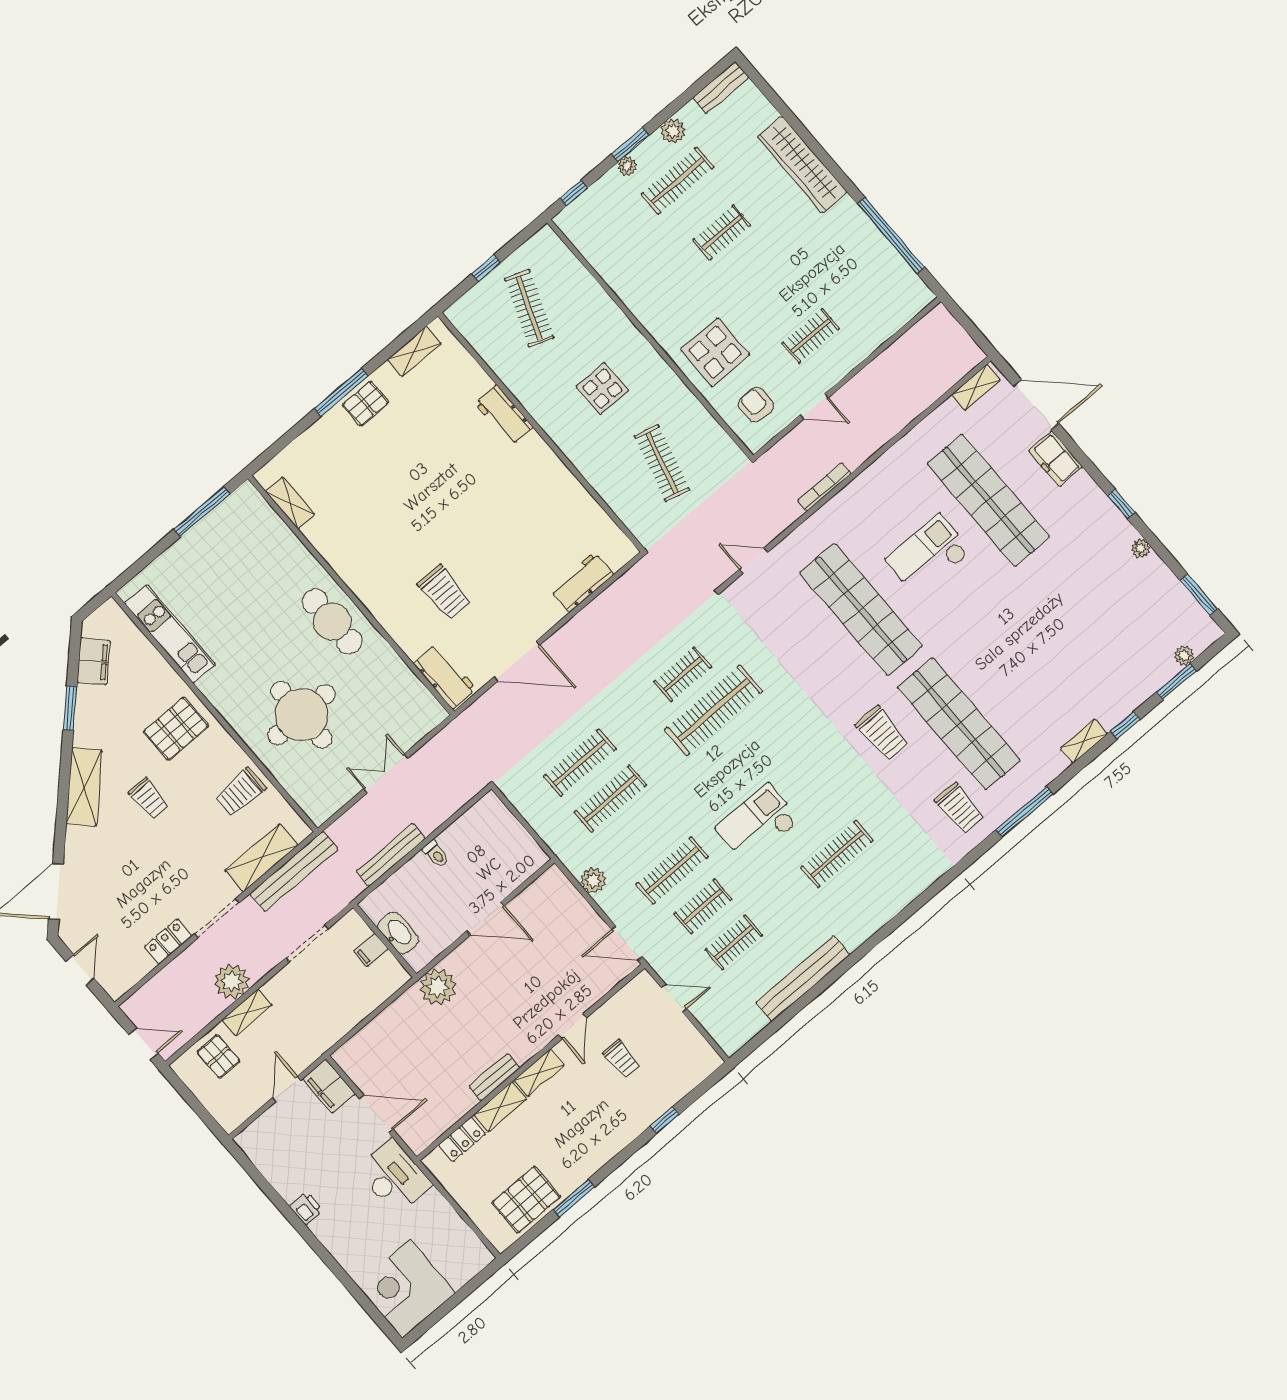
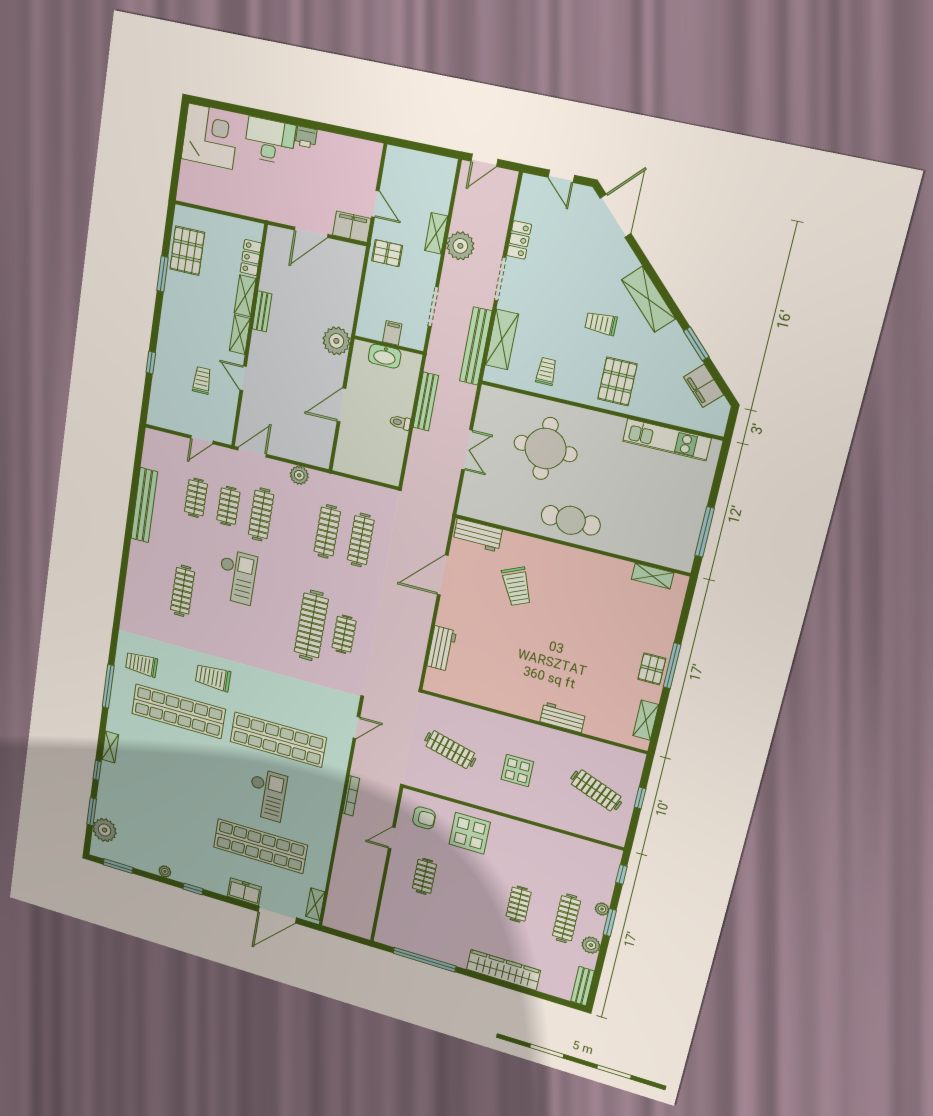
trolley: (444, 592) -> (517, 586), turned -114
plant: (1184, 655) -> (105, 830), width x1.88, depth x1.88
trolley: (241, 792) -> (546, 371), width x0.73, depth x0.72
pallet: (218, 1056) -> (387, 253), moved
trolley: (622, 1059) -> (202, 380), turned 90
desk: (394, 1177) -> (270, 141), moved, turned 180

